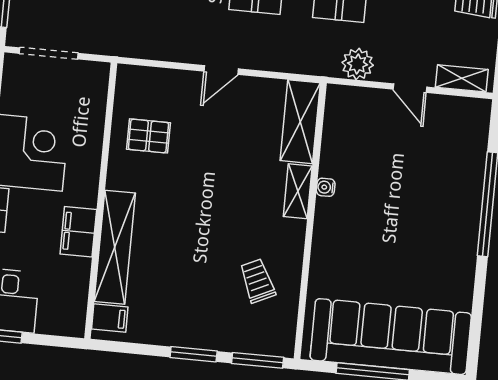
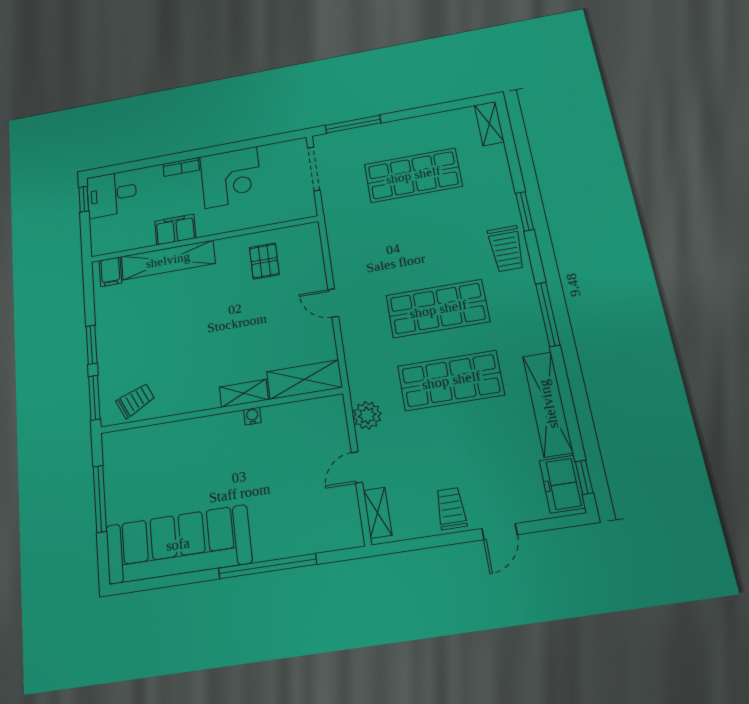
trolley: (257, 281) -> (135, 401), moved
sofa: (391, 337) -> (178, 544), moved, turned -90

